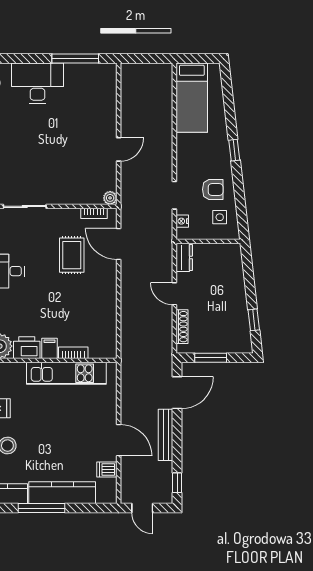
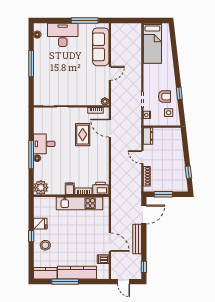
sofa: (103, 104) -> (101, 47), added
window: (234, 150) -> (179, 93), moved
printer: (27, 348) -> (100, 188), moved

